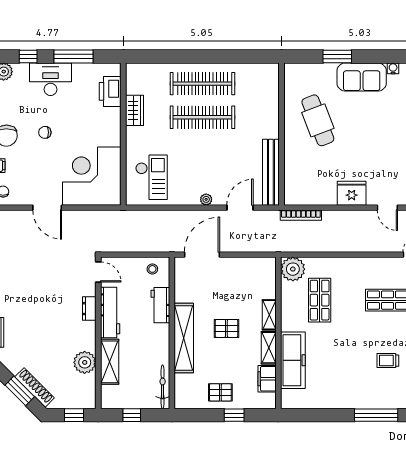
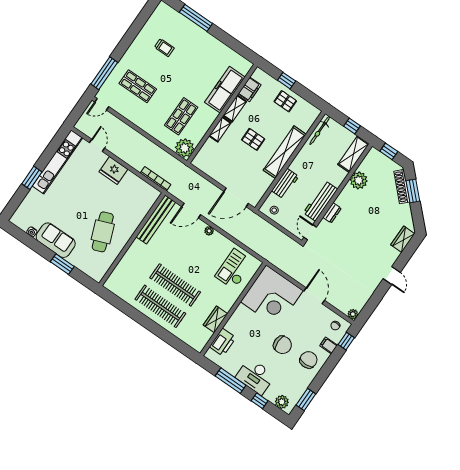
chair: (45, 132) -> (282, 345), width x1.87, depth x1.87
shelving: (110, 362) -> (353, 154), moved

